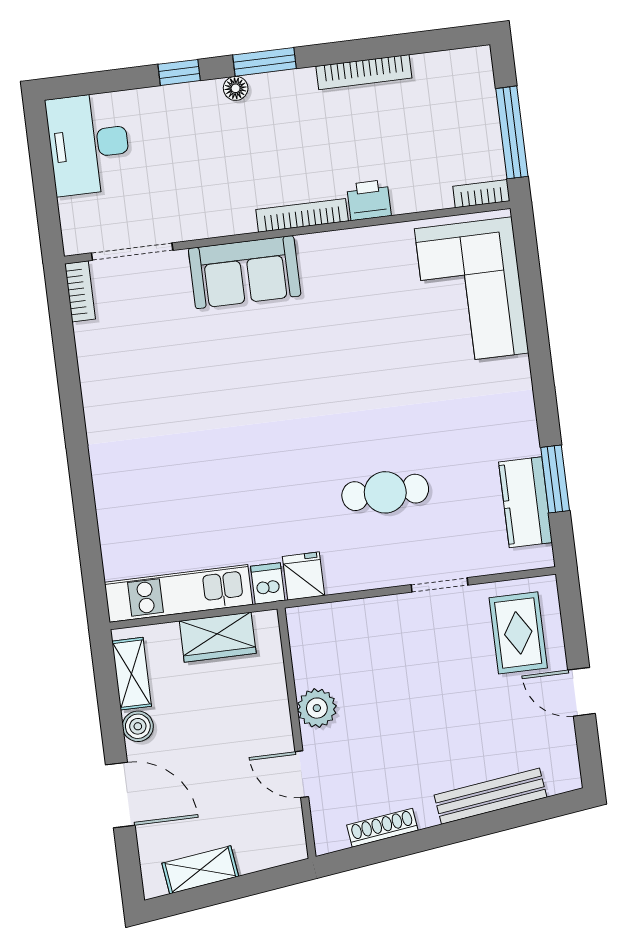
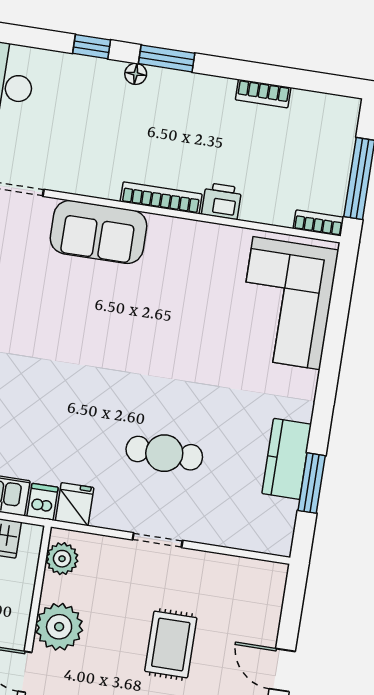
bookcase: (364, 72) -> (263, 94), width x0.64
kitchen counter: (526, 502) -> (287, 459), moved
doorway: (439, 585) -> (157, 540), moved
rug: (518, 633) -> (171, 644), moved
plant: (307, 639) -> (62, 559), added
plant: (317, 708) -> (59, 627), width x1.36, depth x1.36

